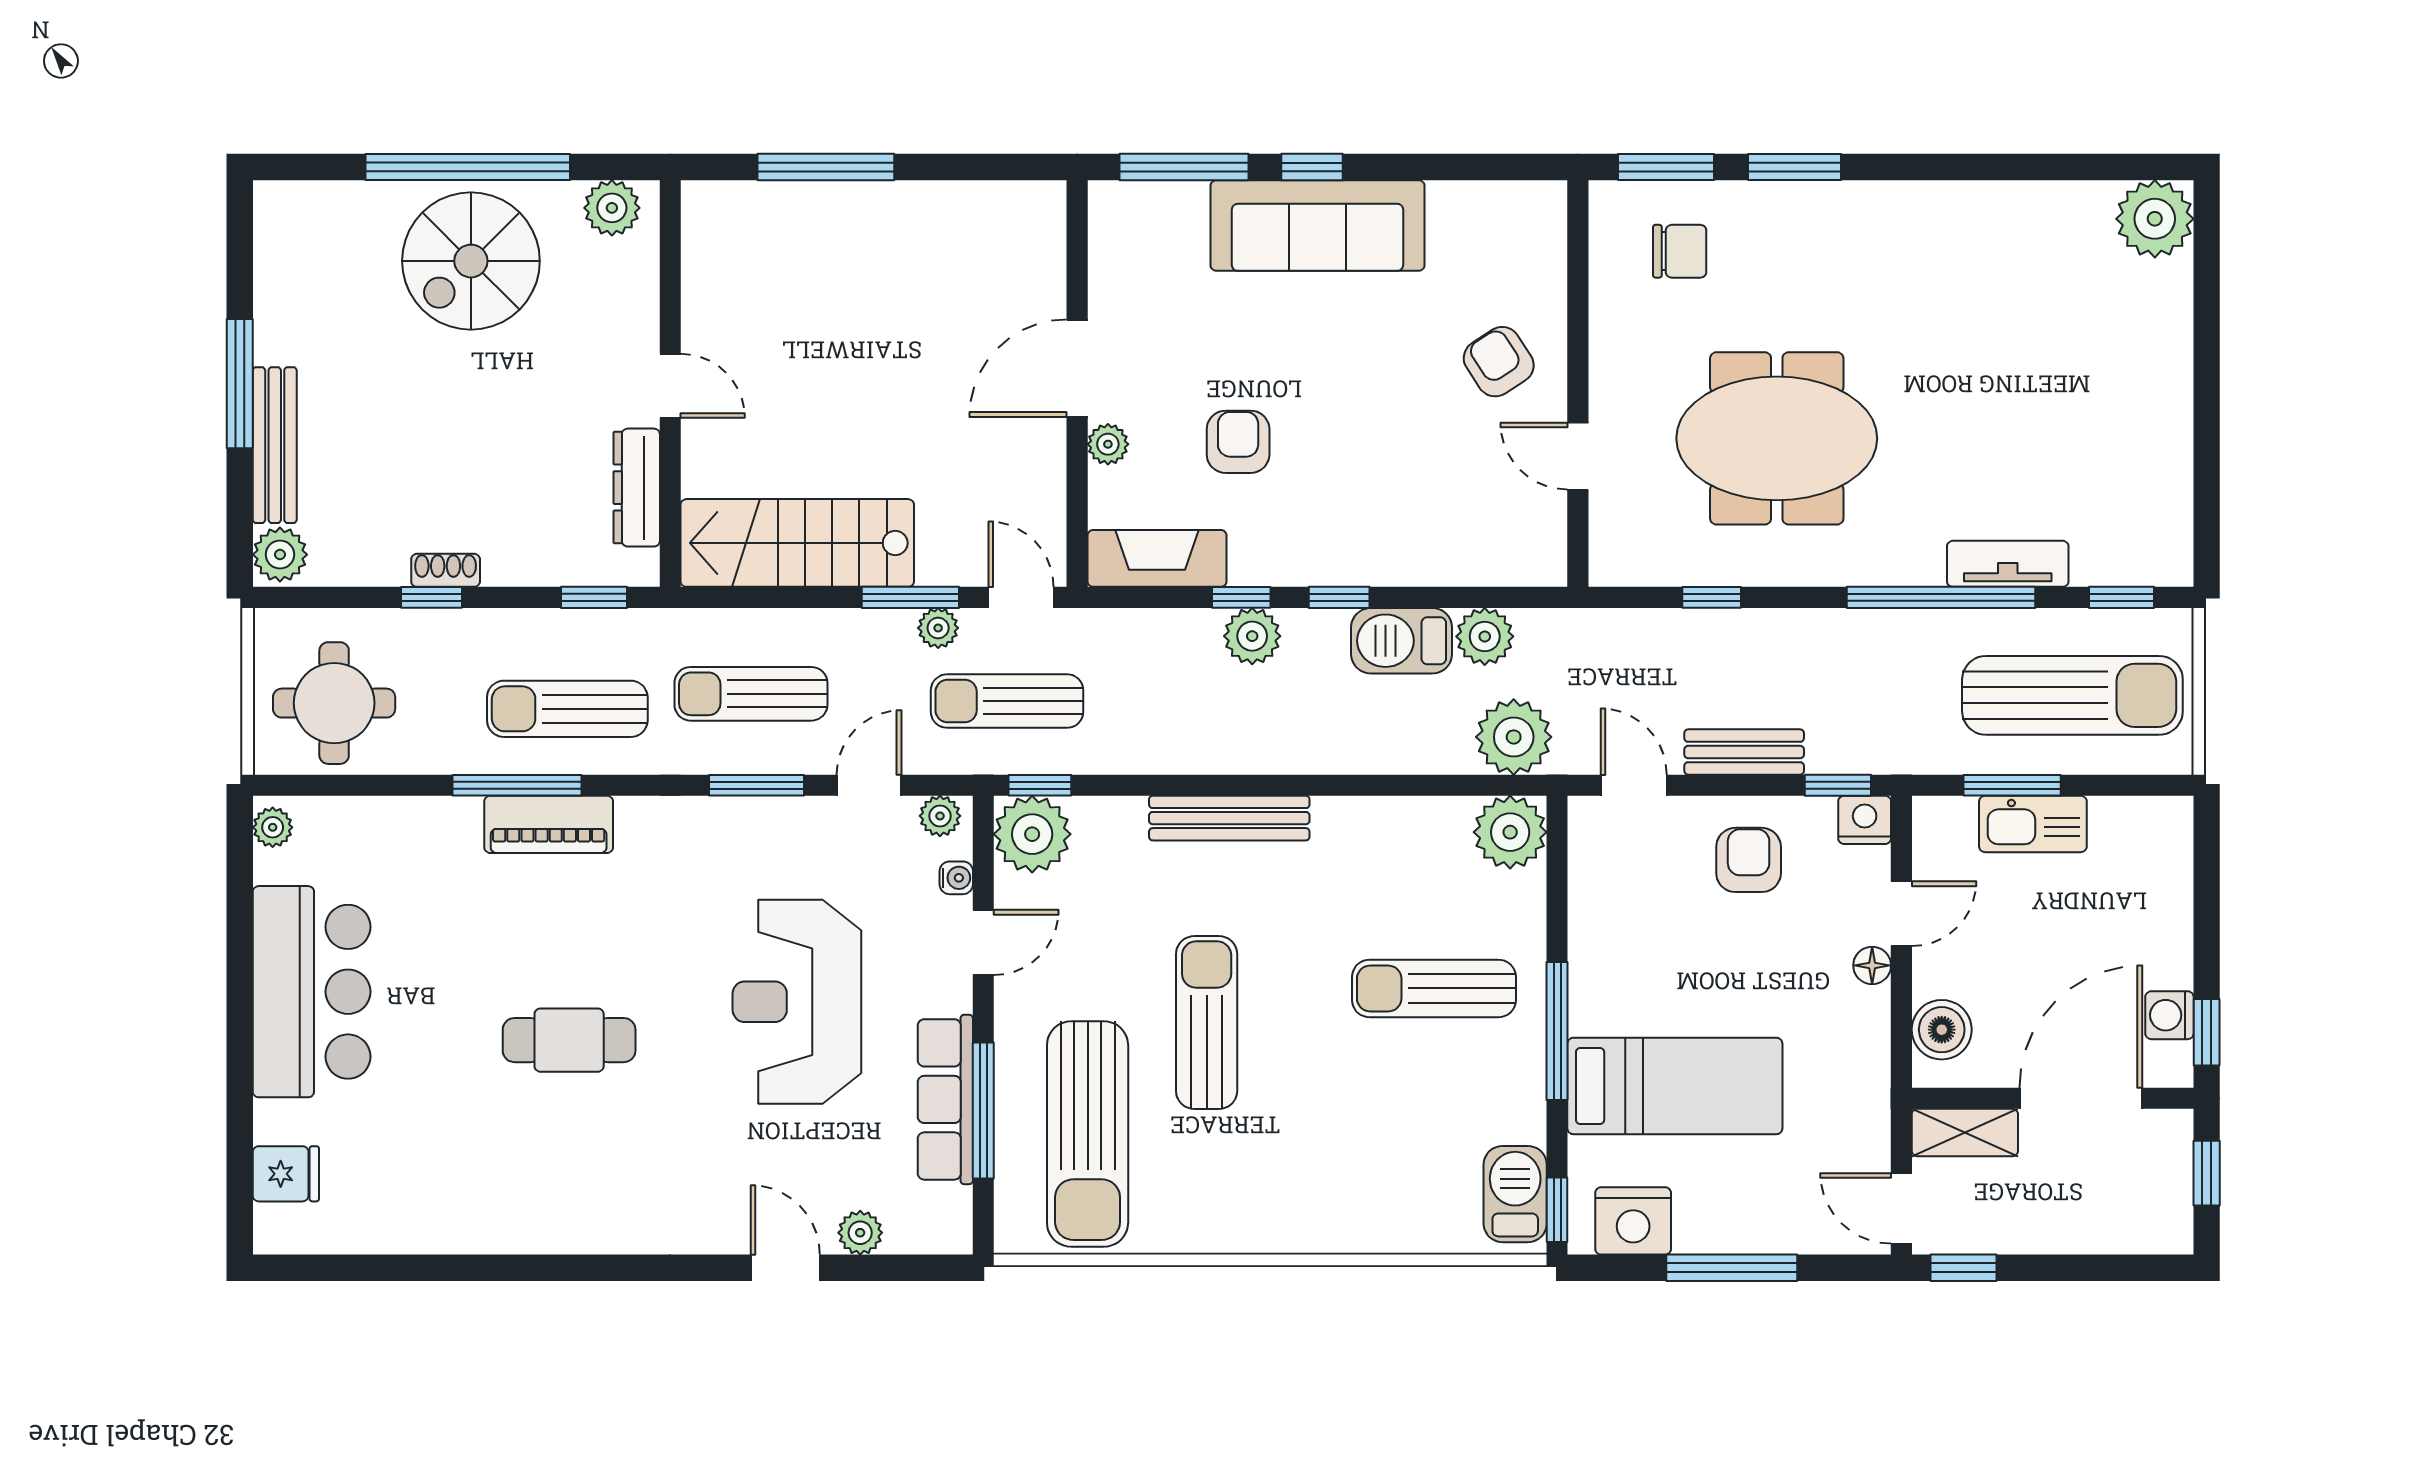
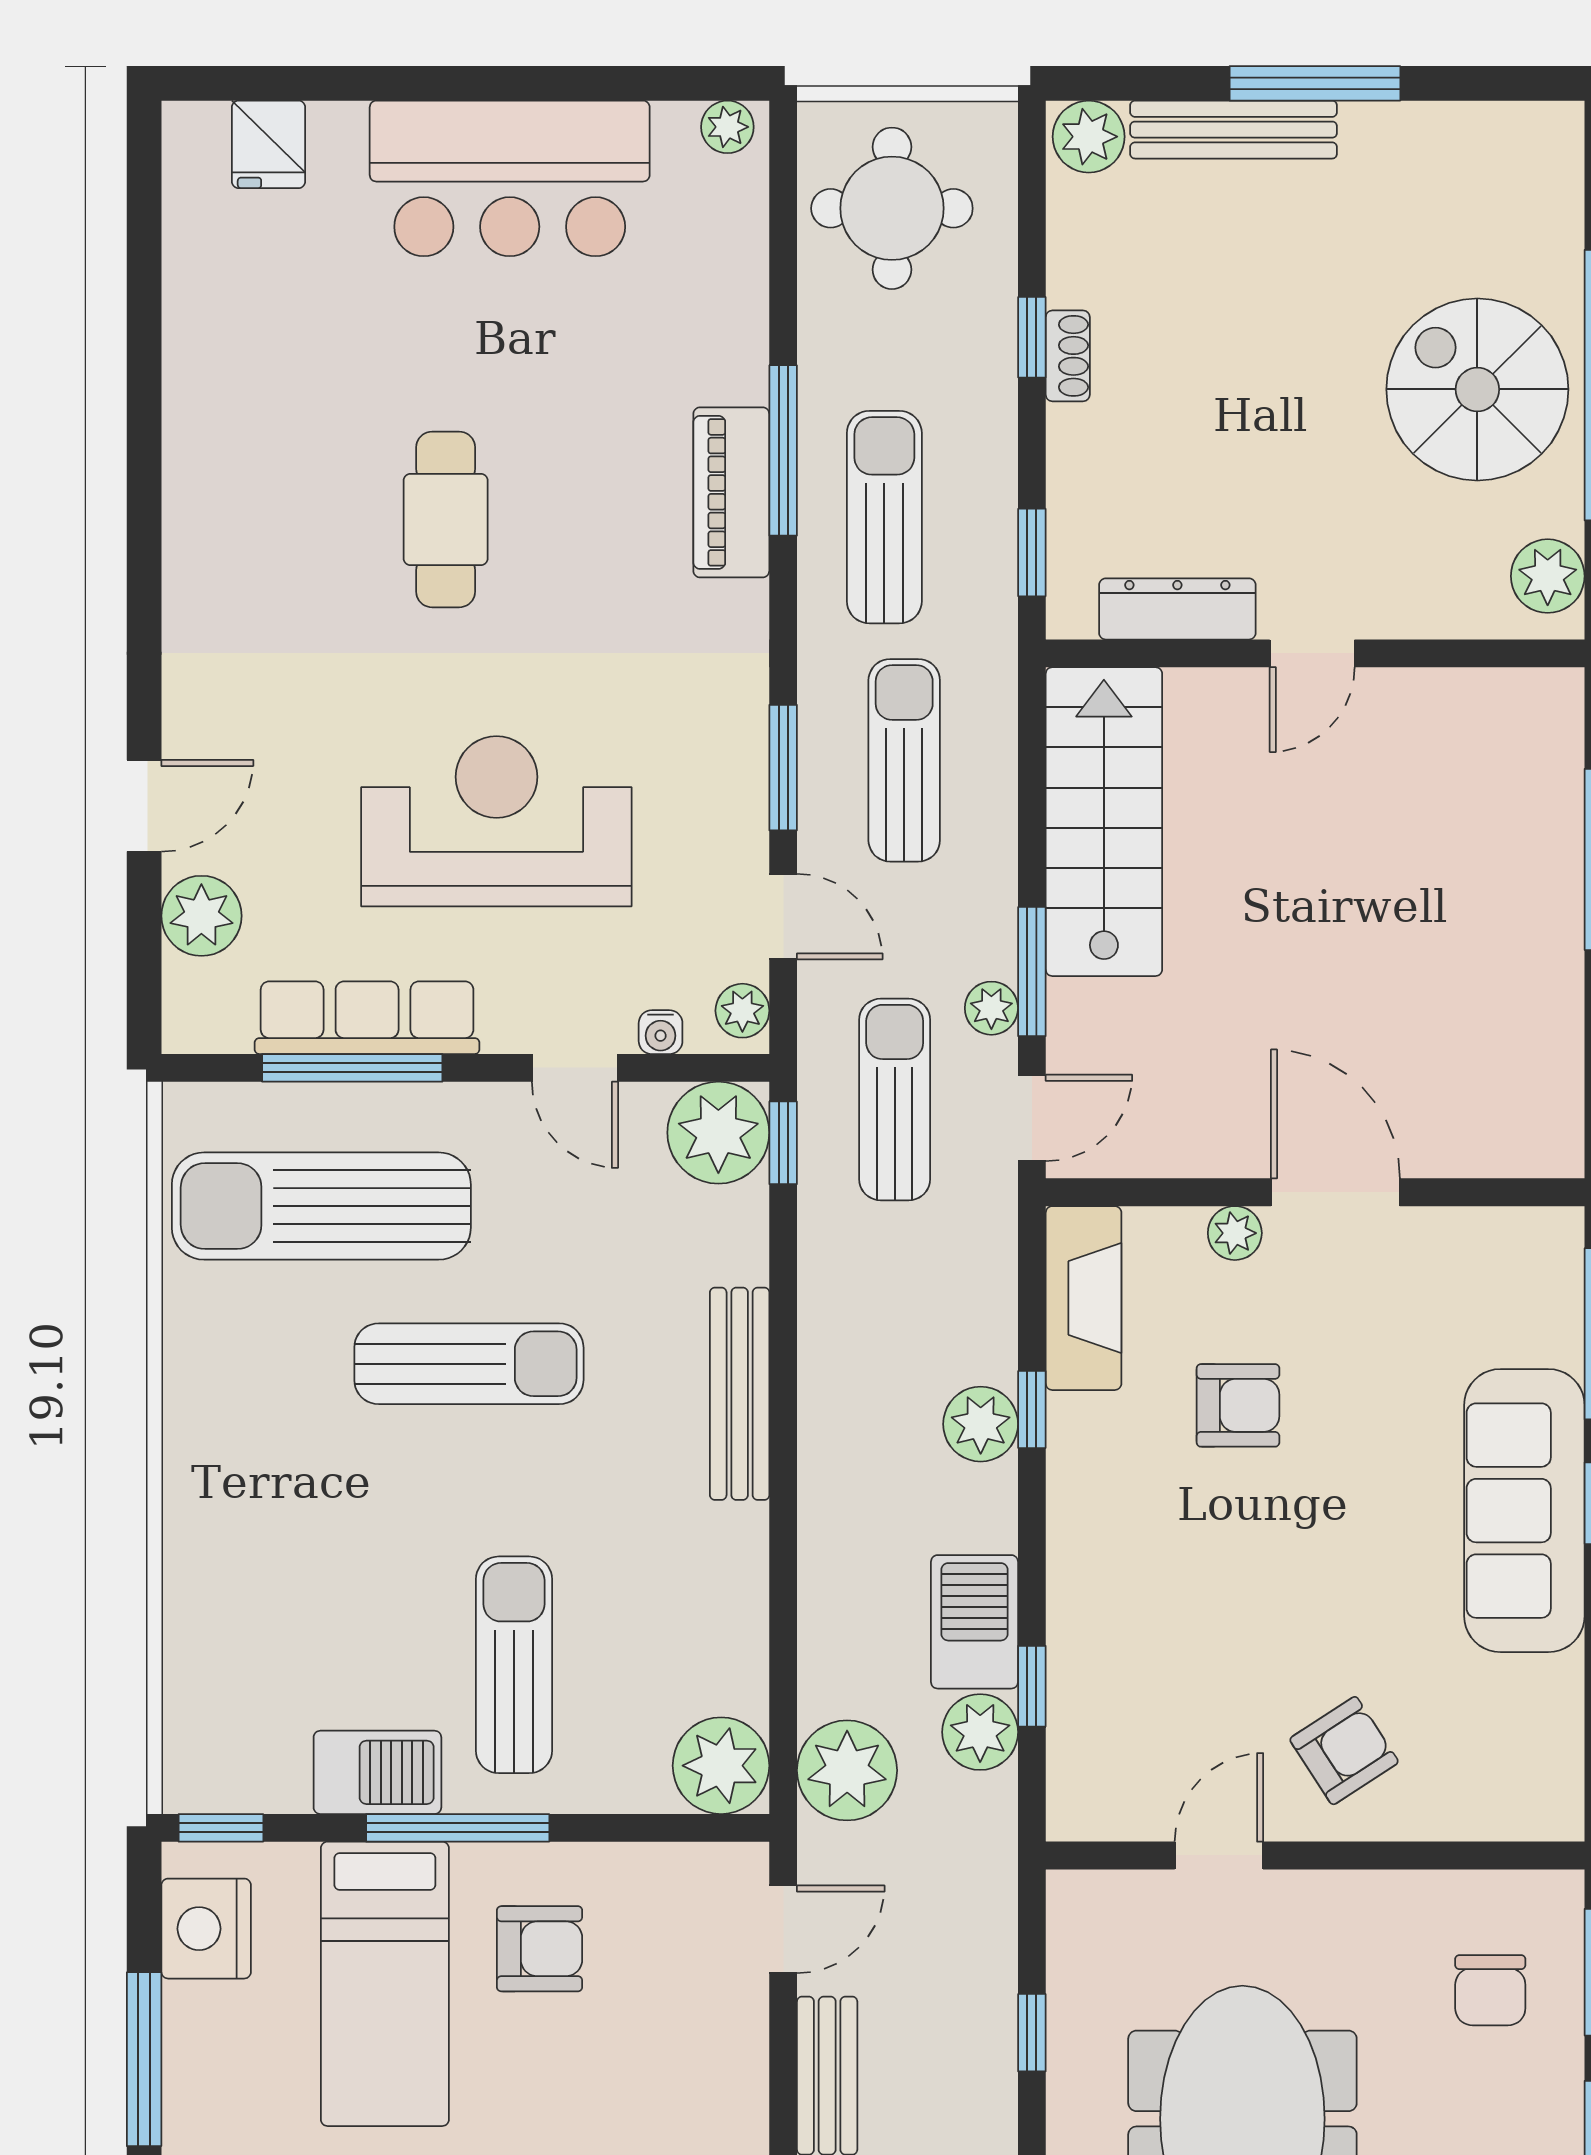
window: (1339, 597) -> (1032, 1686), moved
armchair: (1749, 860) -> (540, 1949), moved
barbecue: (1515, 1194) -> (377, 1772), moved
plant: (860, 1233) -> (201, 916), width x1.38, depth x1.38

